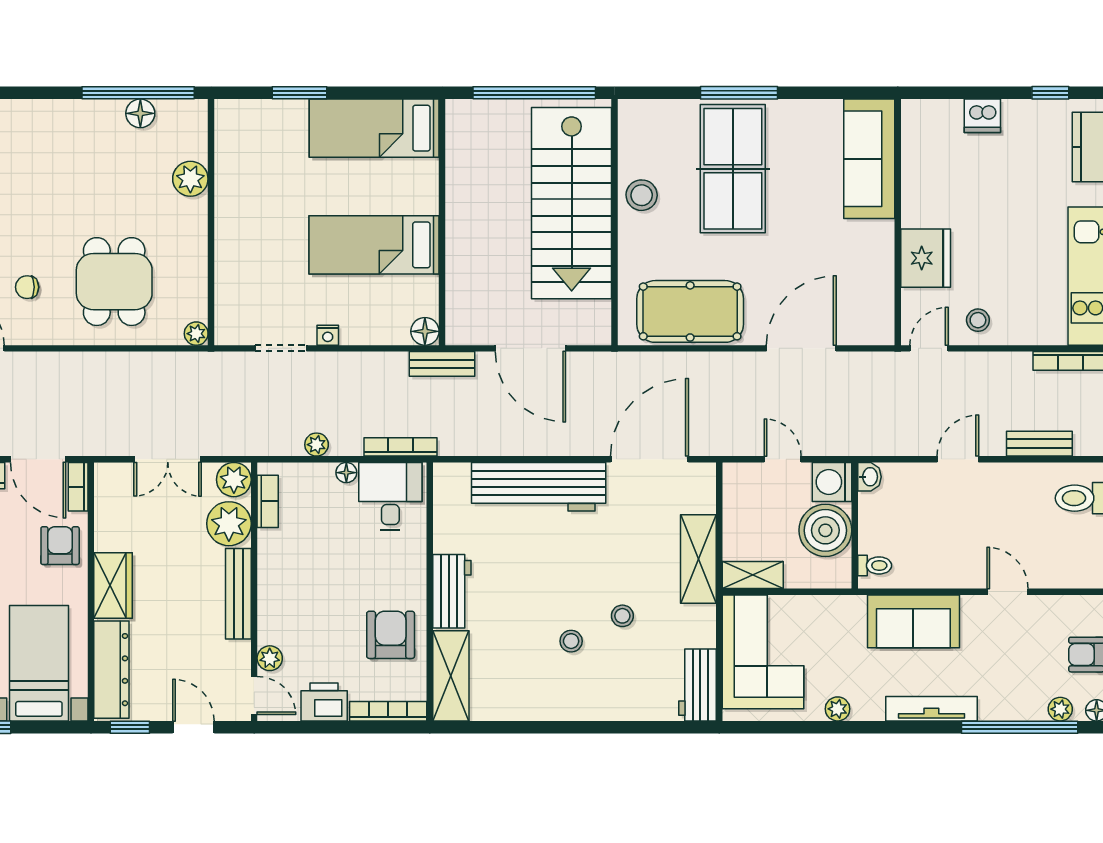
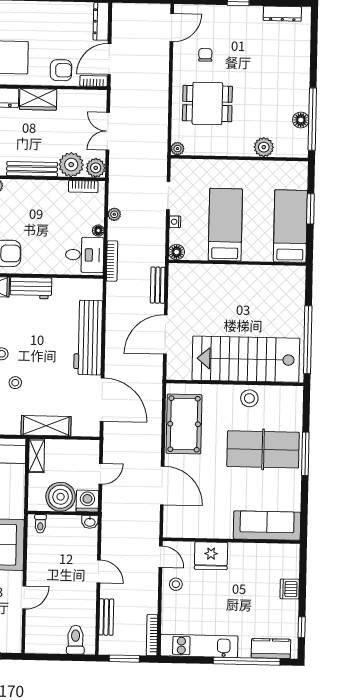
bed: (374, 128) -> (290, 226), moved
wall: (442, 222) -> (237, 263), moved
bed: (374, 245) -> (225, 225), moved
floor lamp: (425, 331) -> (177, 252), moved

